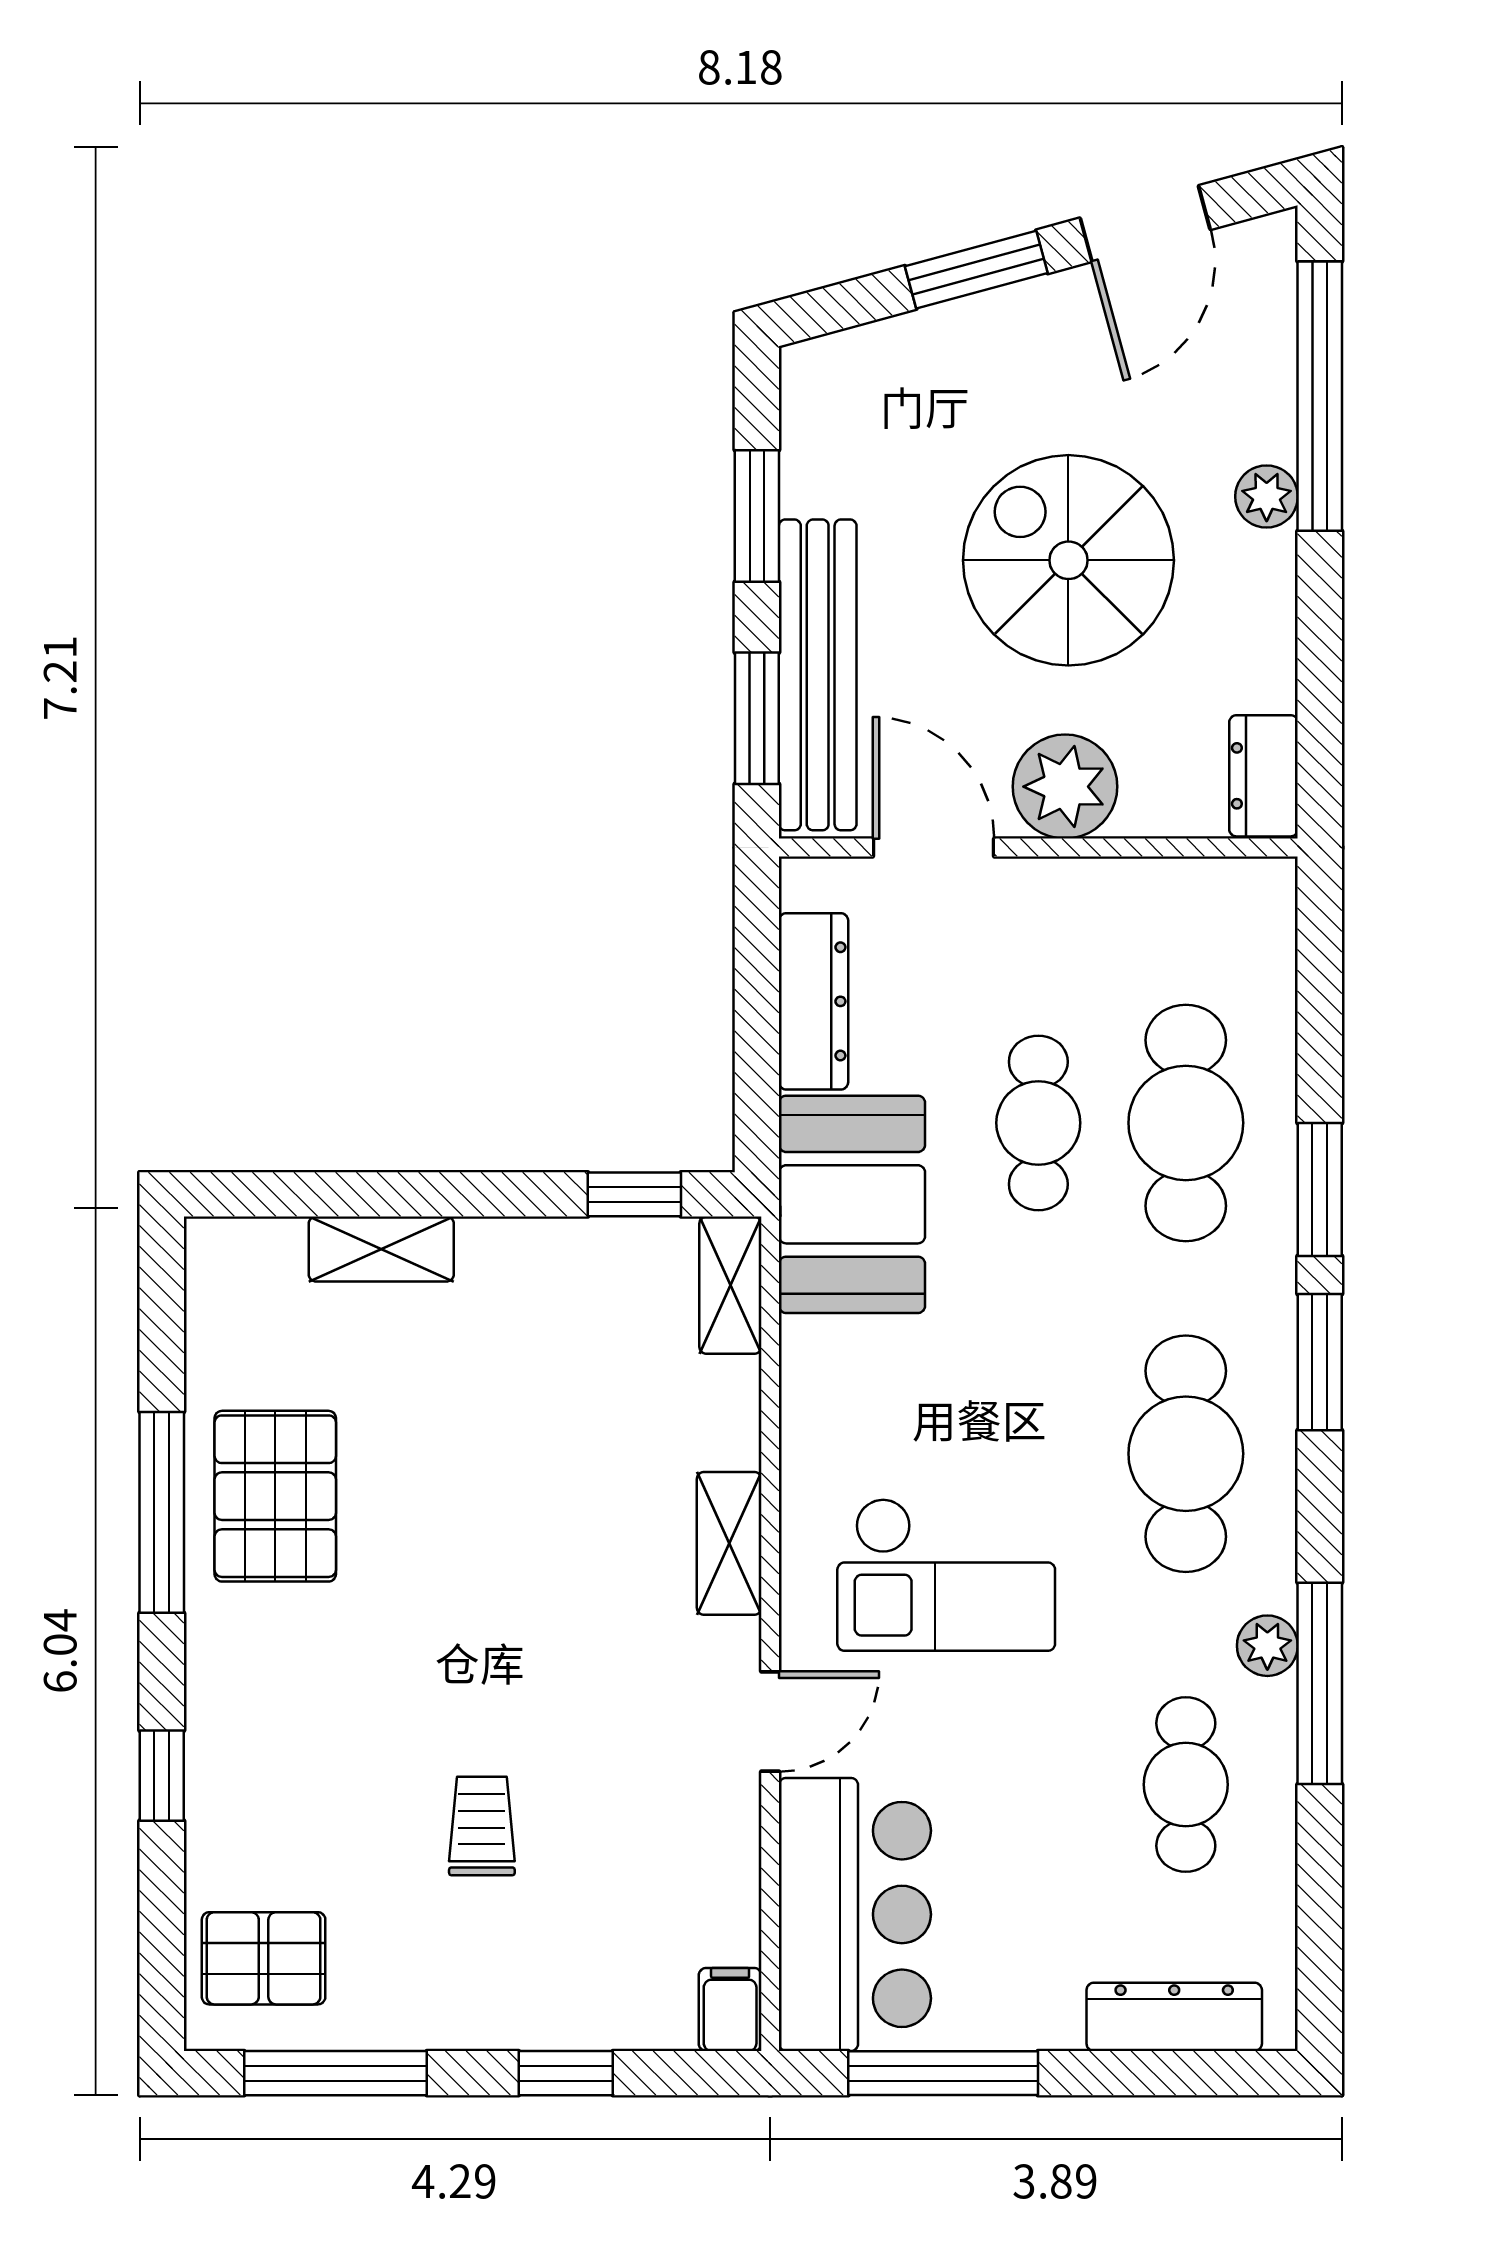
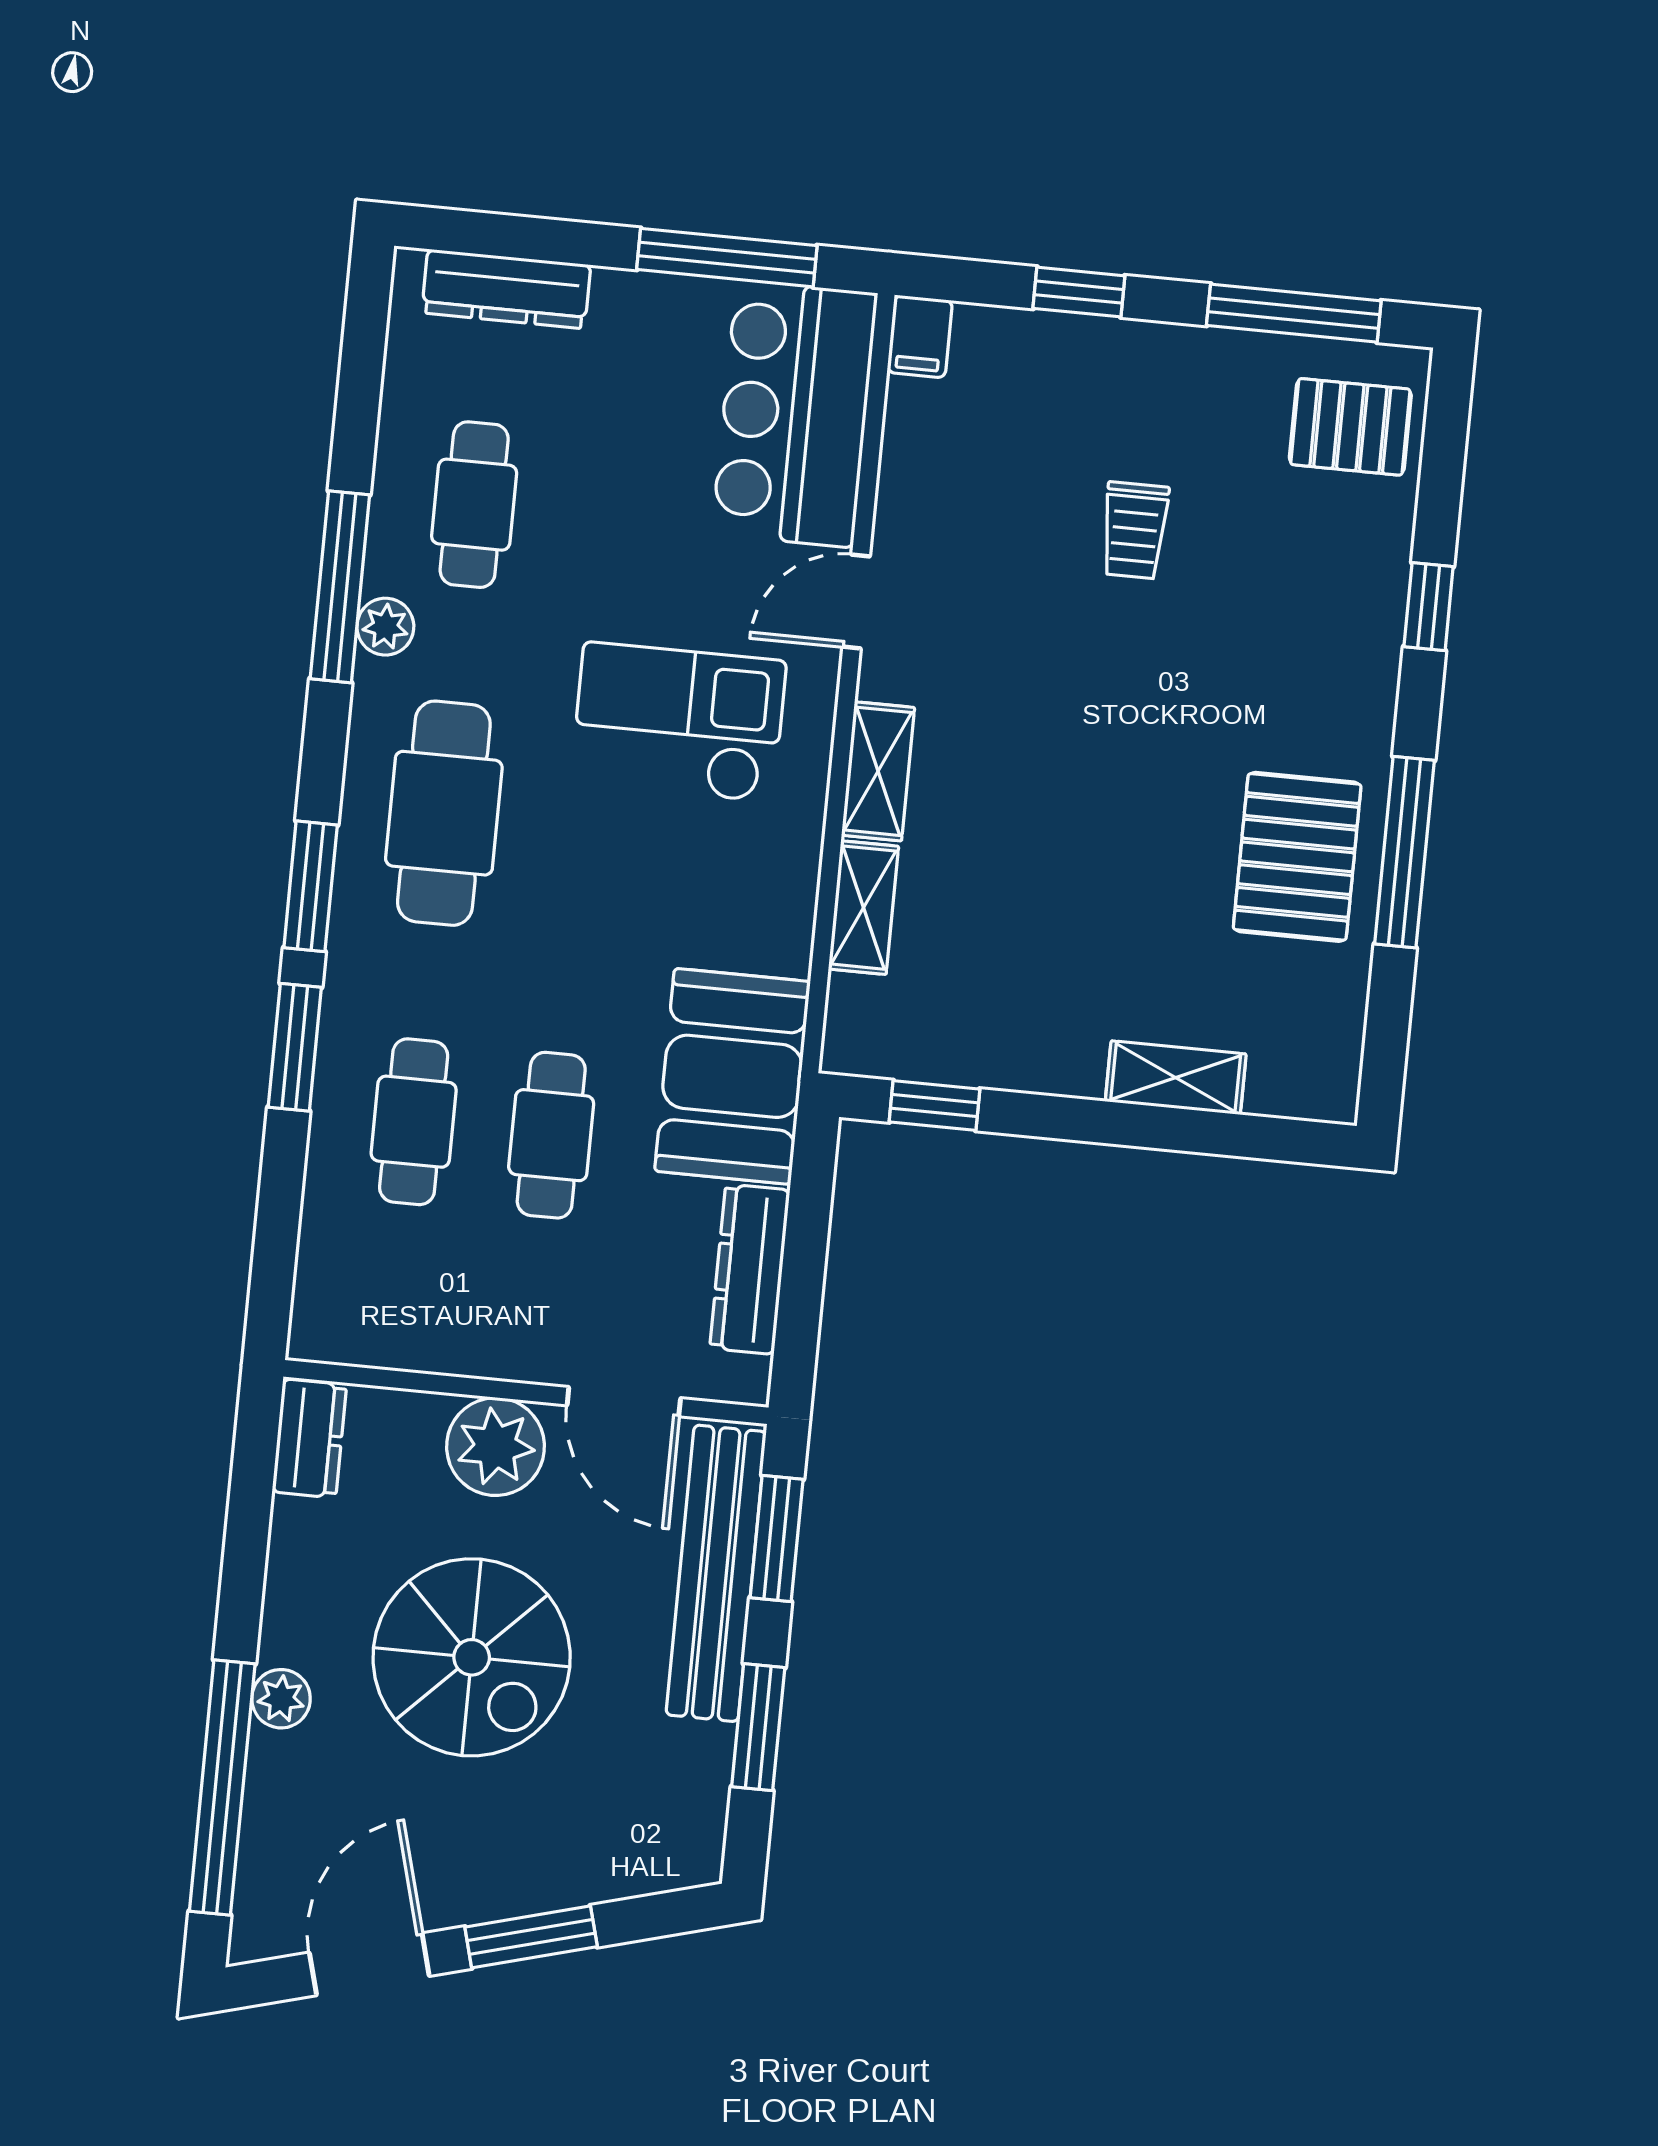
cafe table: (1186, 1123) -> (414, 1122), width x0.73, depth x0.74
shelving: (730, 1285) -> (864, 908), moved

